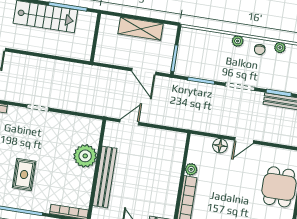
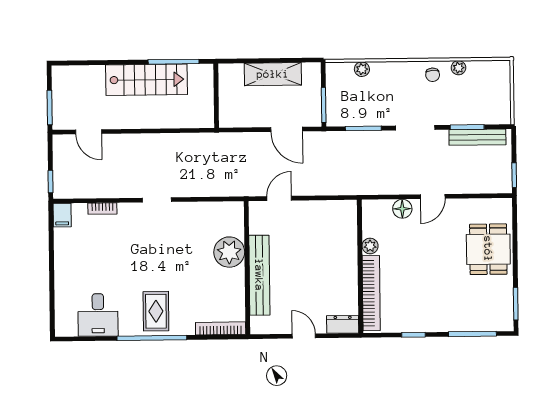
plant: (238, 41) -> (362, 69), moved
rug: (24, 174) -> (156, 311), moved

